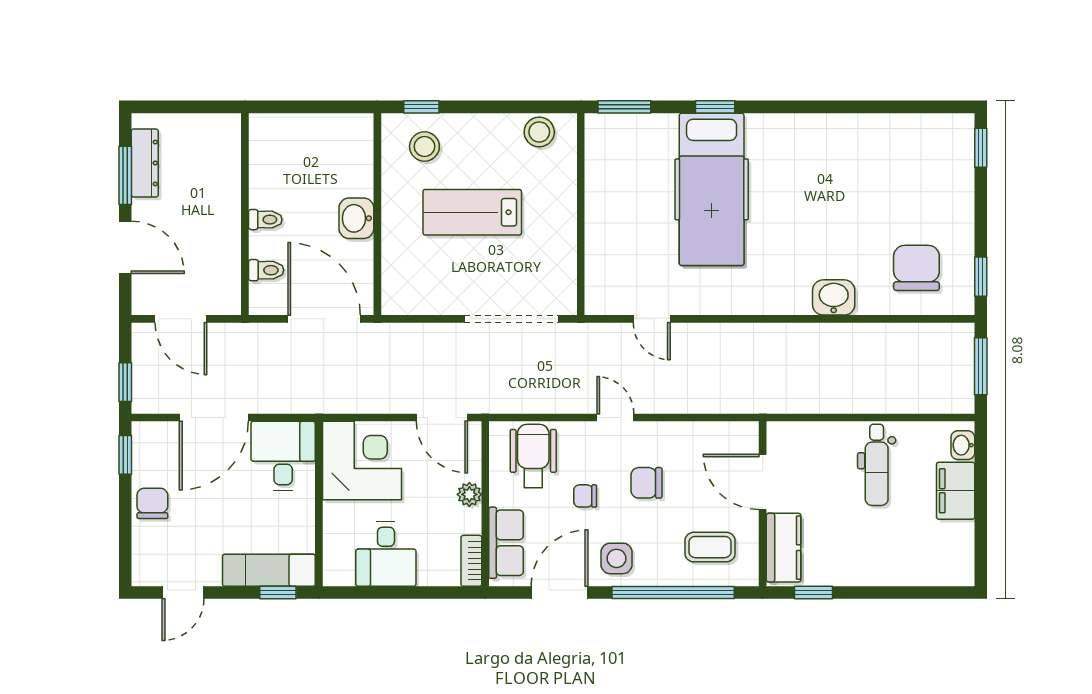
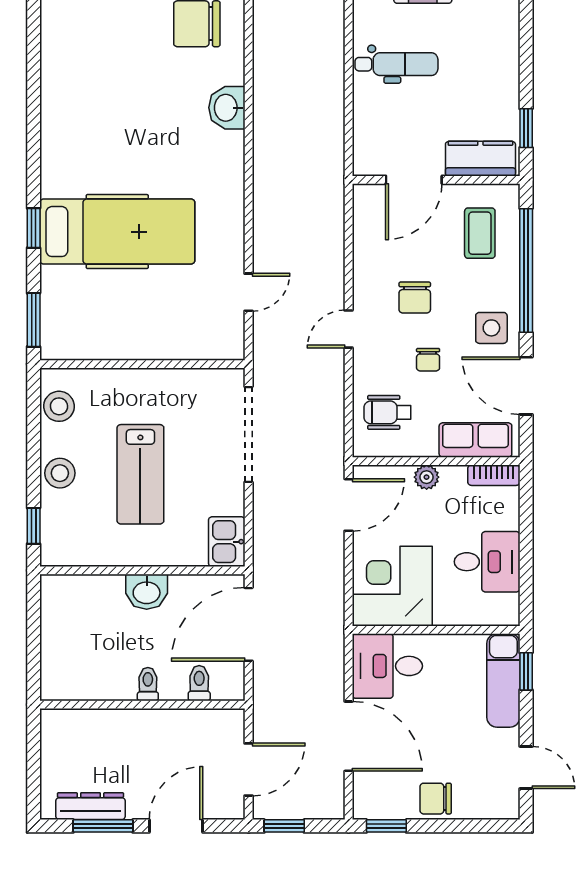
stool: (424, 146) -> (60, 473), moved
kitchen sink: (406, 297) -> (227, 542), added
window: (125, 382) -> (284, 826), moved
wheelchair: (533, 456) -> (387, 412), width x0.73, depth x0.73

